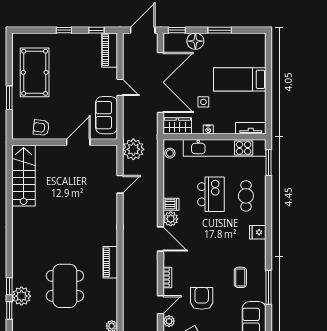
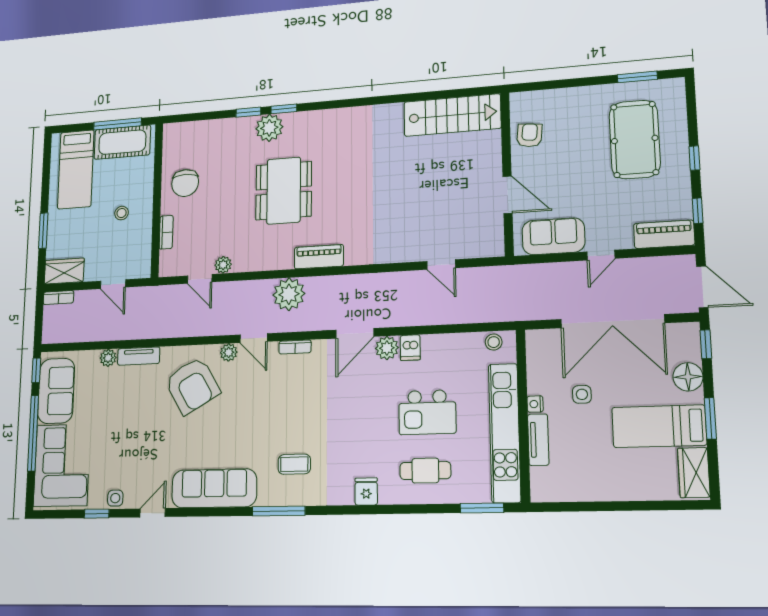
pool table: (35, 72) -> (635, 139), moved, turned 90
bed: (240, 79) -> (659, 426), moved, turned -90
window: (9, 98) -> (637, 77), moved
wardrobe: (177, 126) -> (694, 473), moved, turned 180
tv unit: (251, 128) -> (538, 440), moved
plant: (133, 149) -> (289, 294), moved
dining table: (65, 286) -> (284, 191), turned 90
armchair: (202, 298) -> (262, 403), removed

